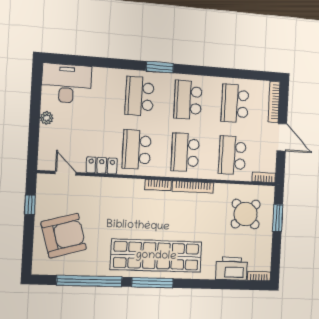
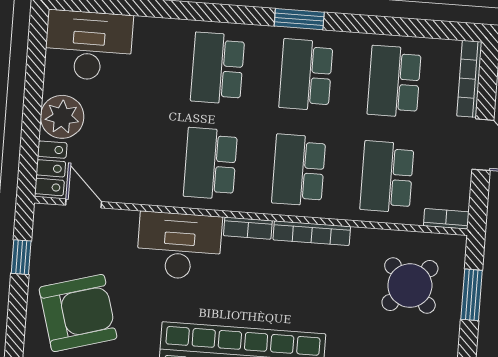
window: (160, 67) -> (299, 19), moved
plant: (47, 118) -> (62, 117), width x1.87, depth x1.87
locker: (102, 165) -> (51, 168), moved, turned 90
desk: (120, 196) -> (179, 246), added

